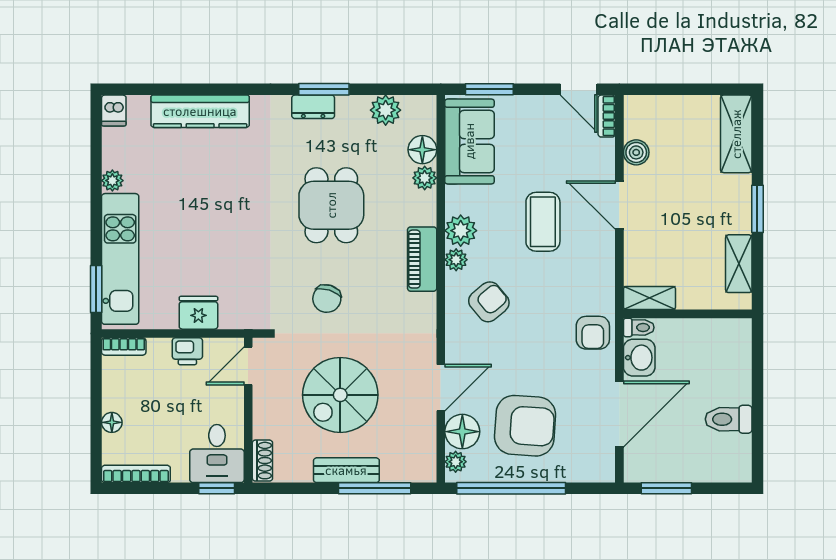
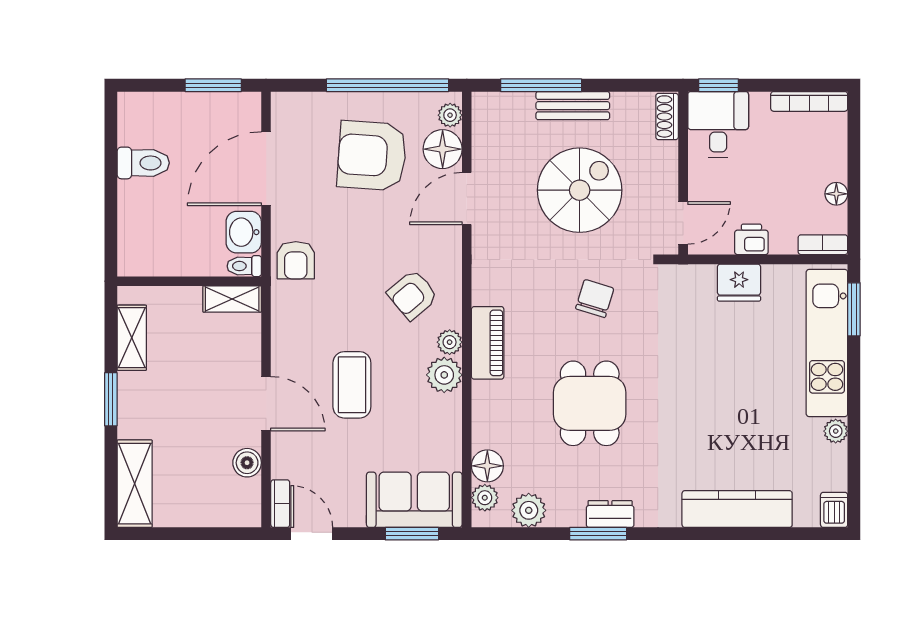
sofa: (469, 141) -> (414, 500), moved, turned 90
plant: (425, 178) -> (485, 498), moved
armchair: (593, 333) -> (296, 260), turned 180
floor lamp: (112, 422) -> (836, 194), moved

